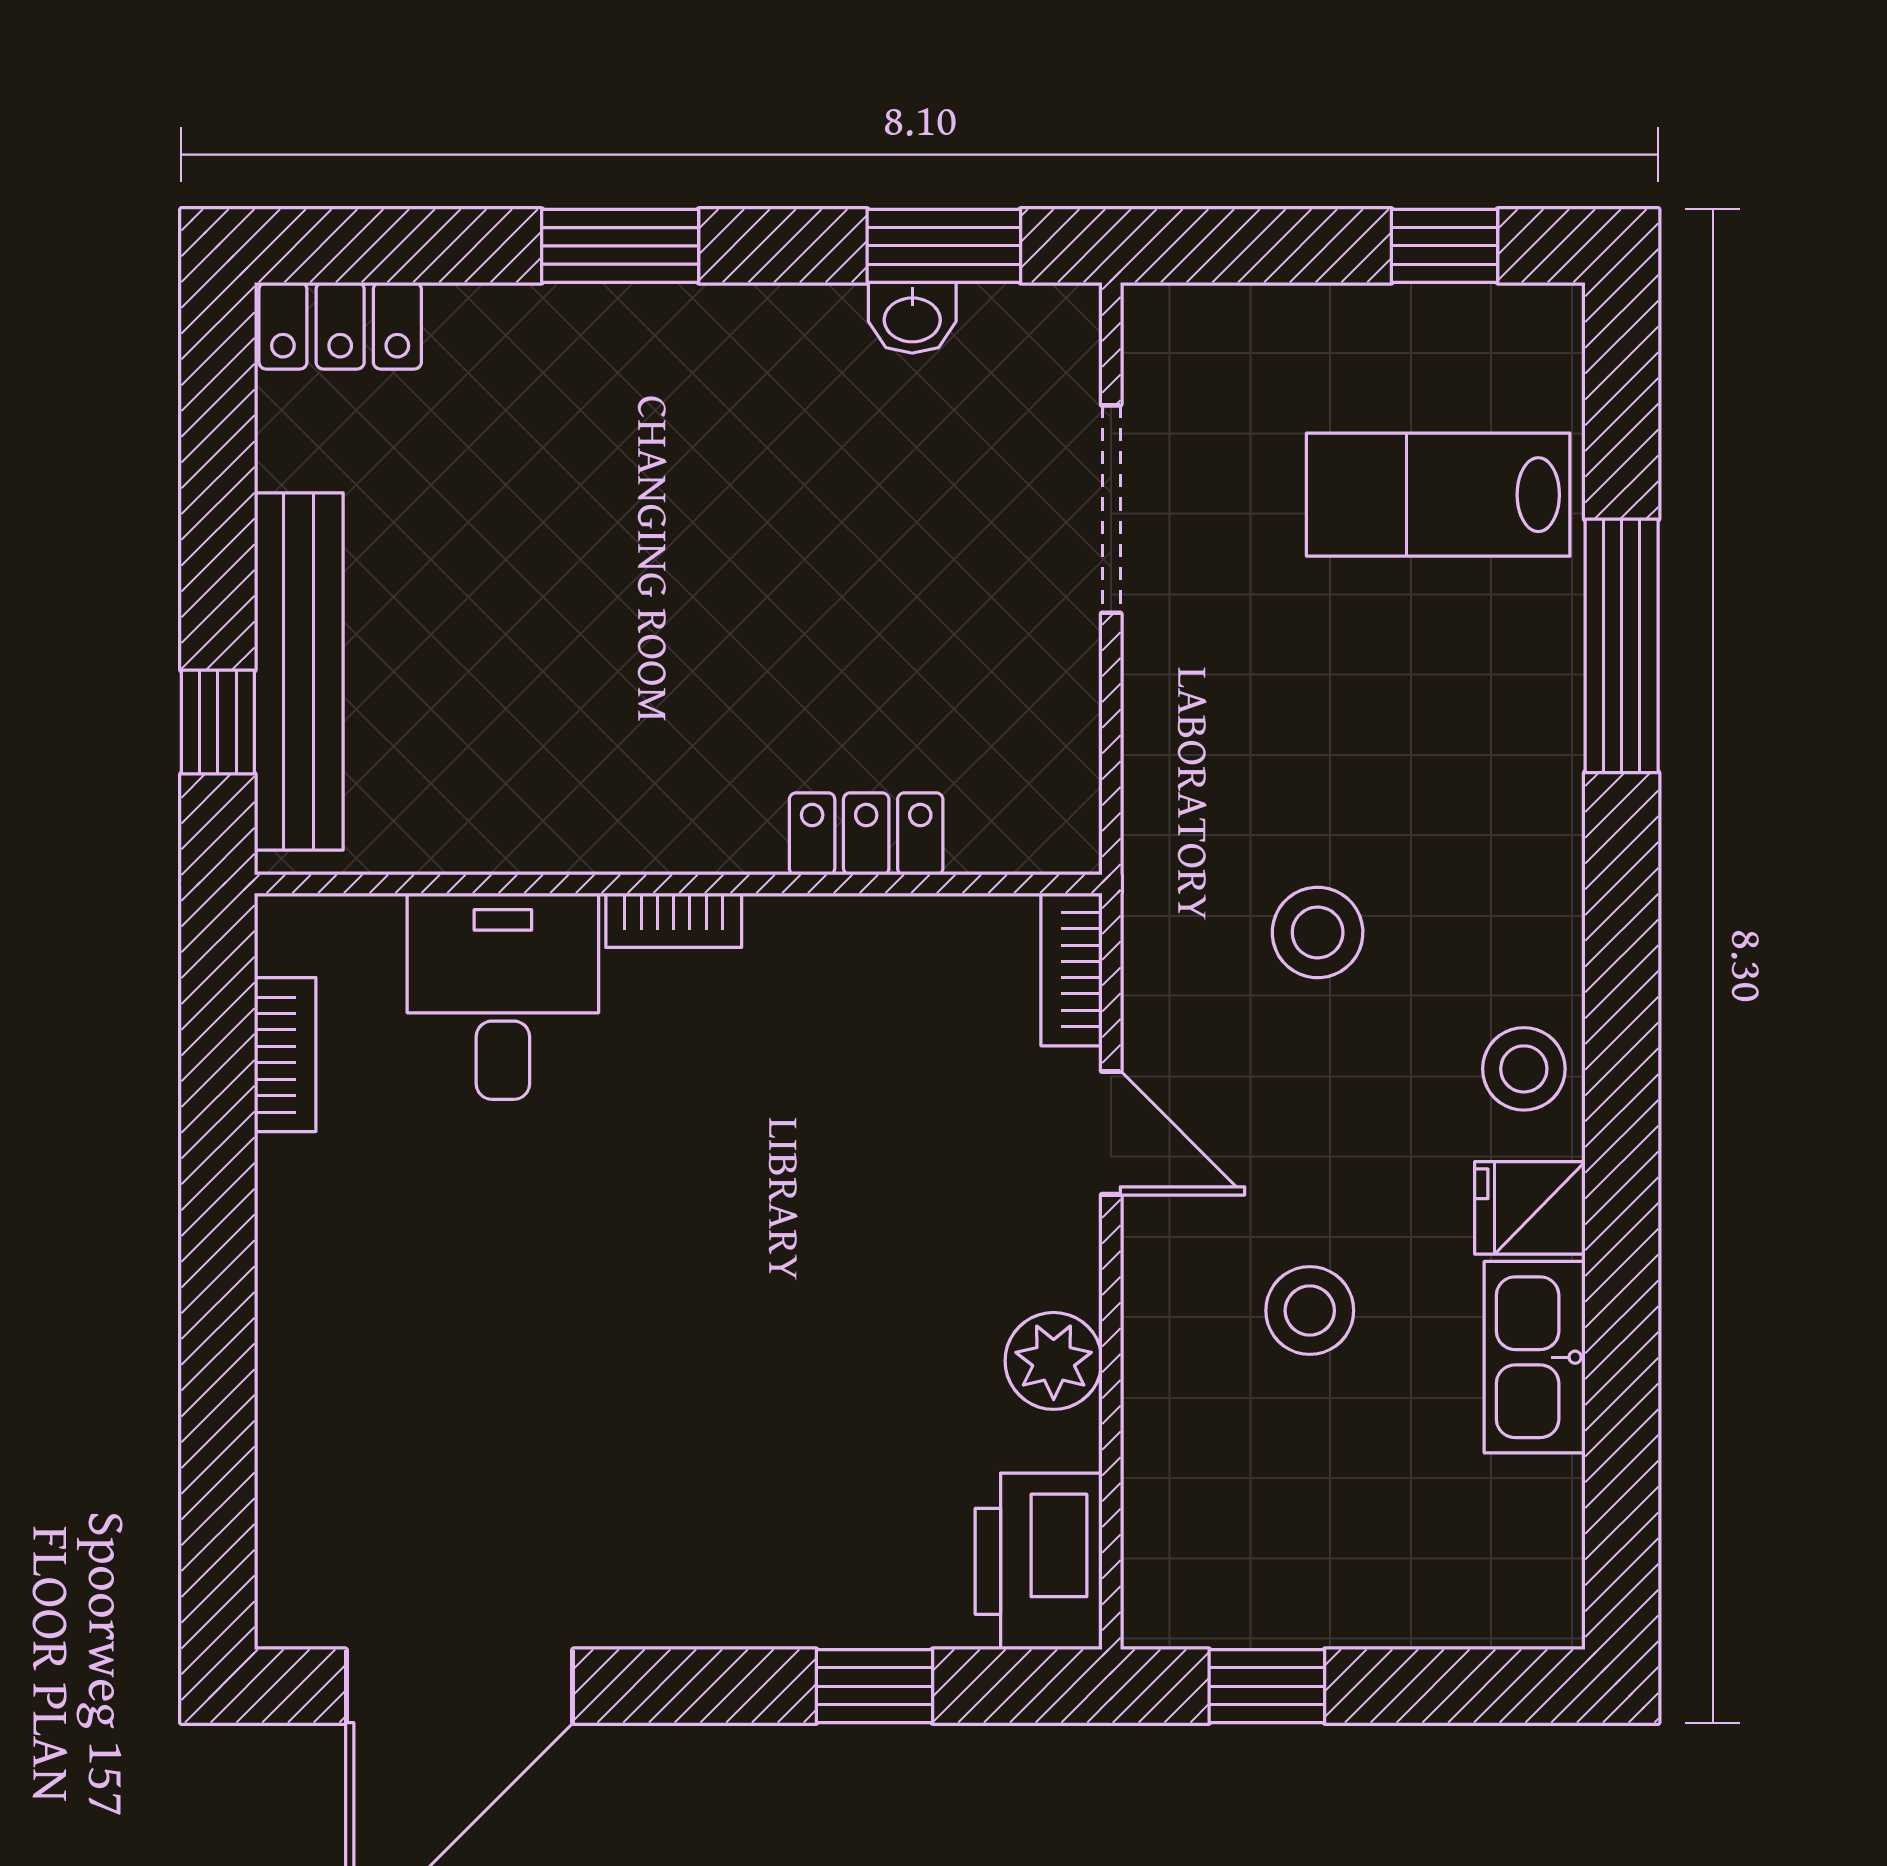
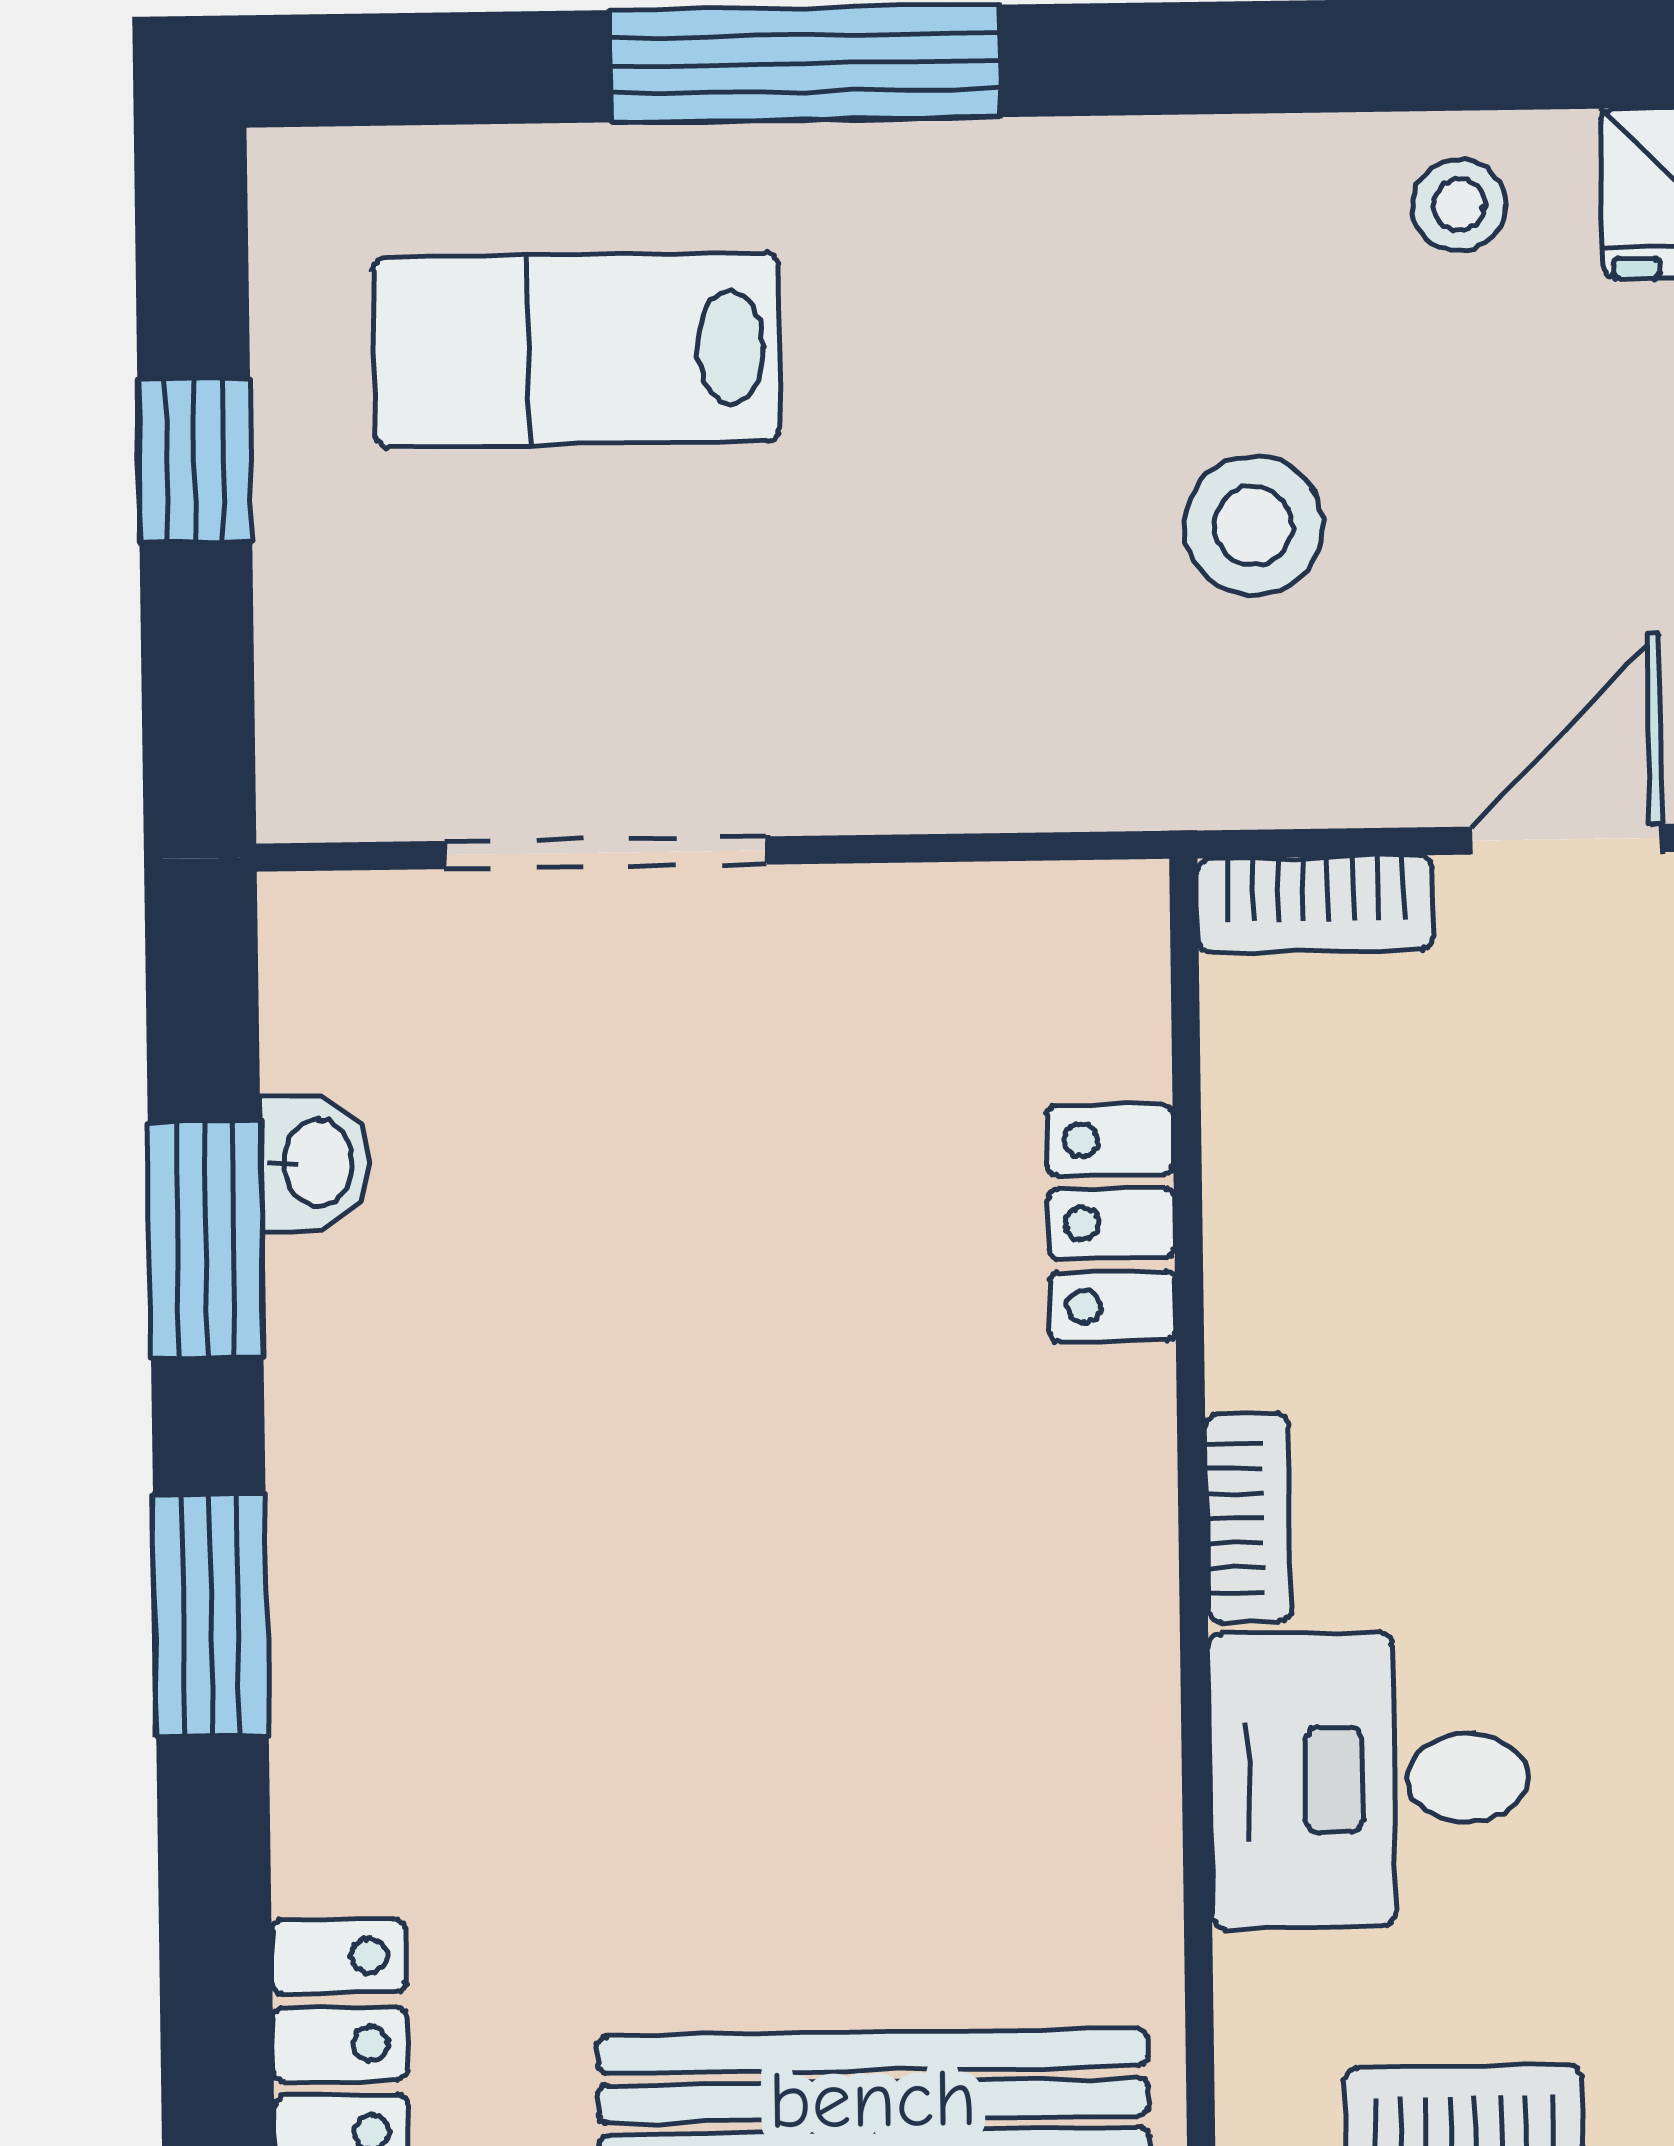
window: (944, 246) -> (206, 1239), moved
window: (1445, 246) -> (195, 460), moved
lab bench: (1438, 495) -> (576, 349), turned 90
stool: (1524, 1069) -> (1459, 205), width x0.73, depth x0.73

